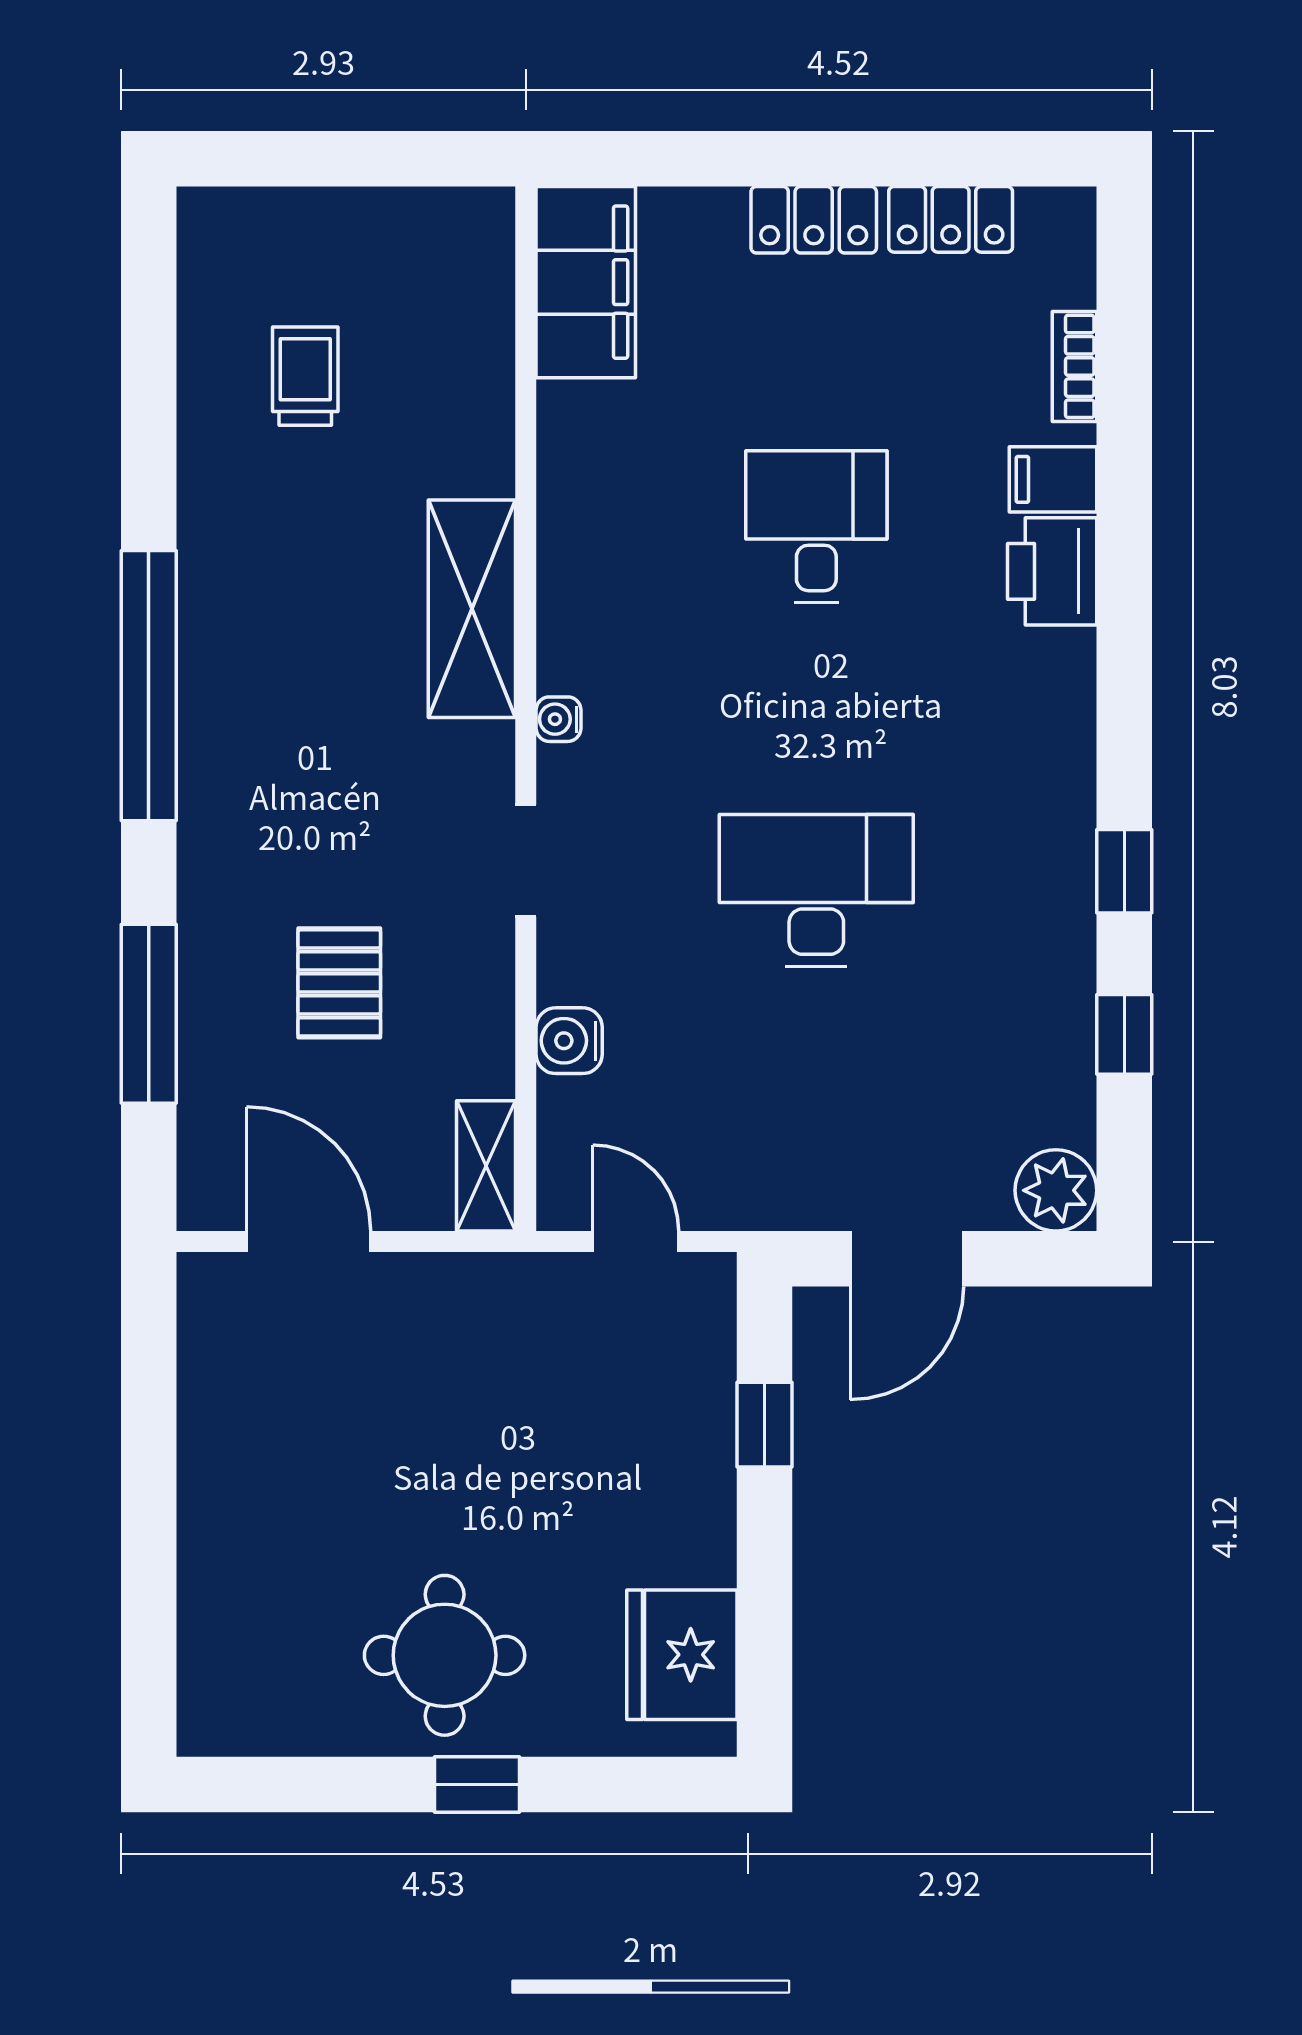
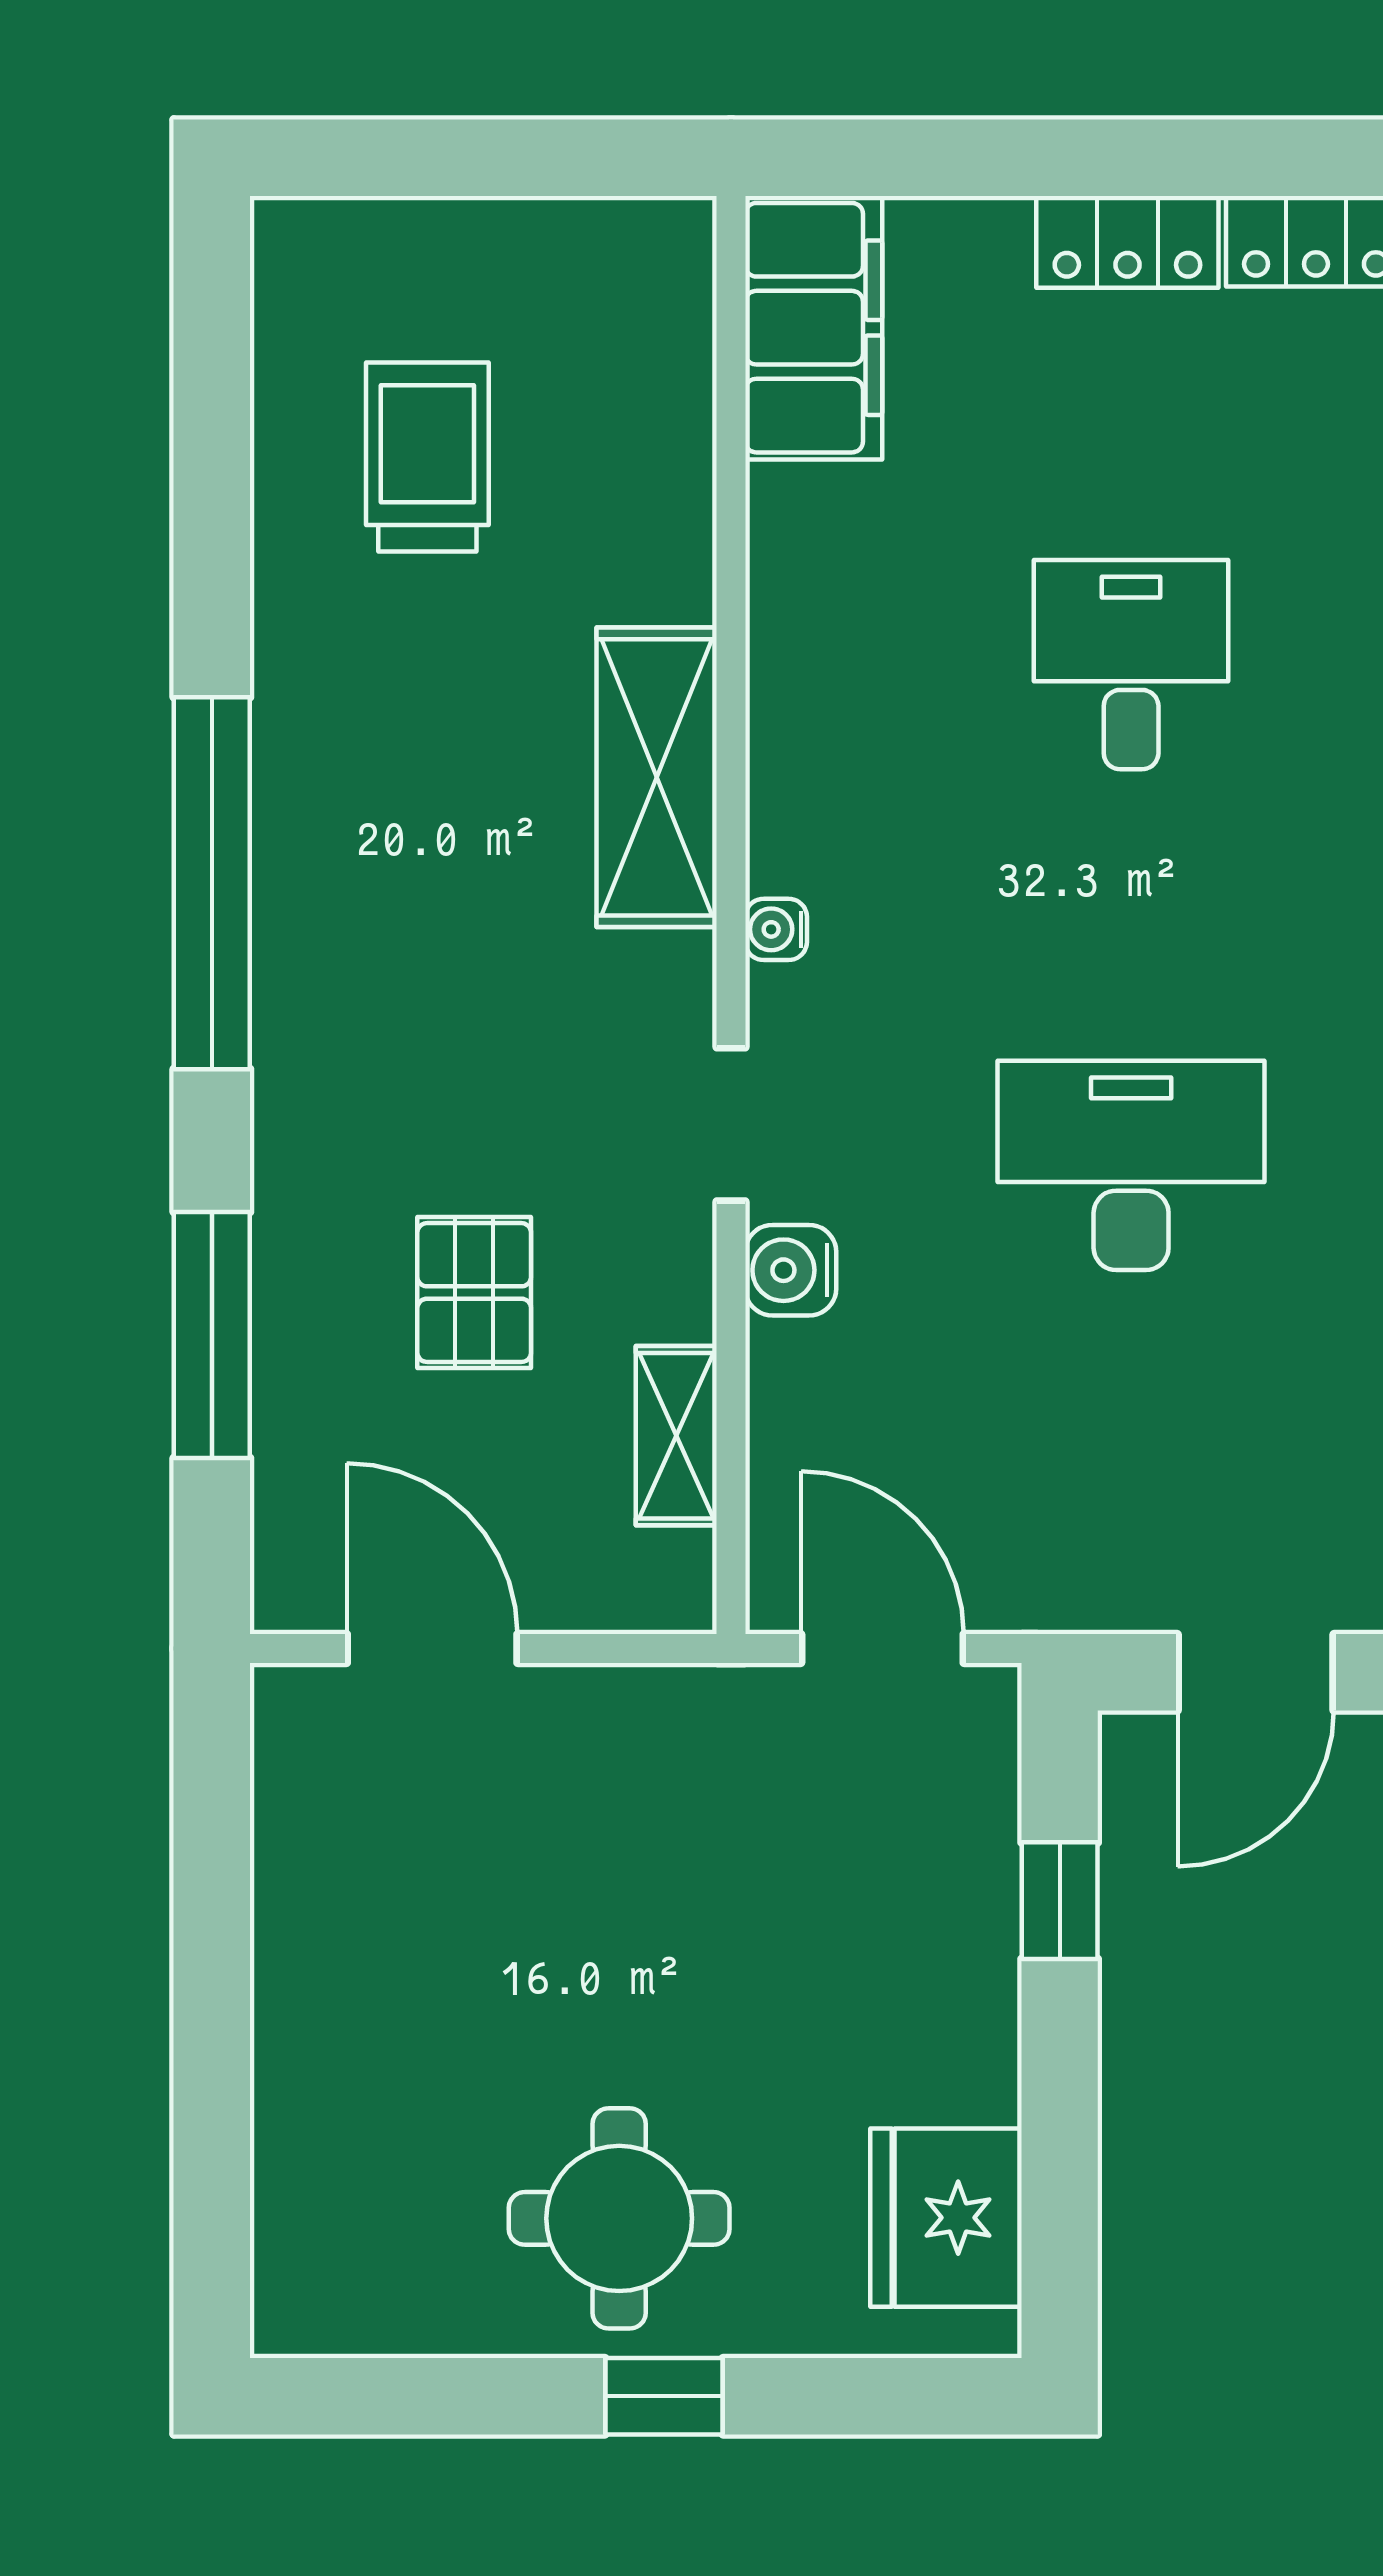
trolley: (305, 376) -> (427, 457), width x1.36, depth x1.39
water cooler: (569, 1041) -> (791, 1270), moved
shelving: (486, 1166) -> (676, 1436), moved
door: (636, 1241) -> (882, 1648), width x1.38

